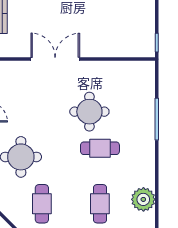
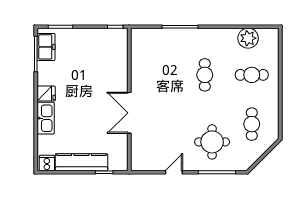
round table: (89, 112) -> (174, 84), removed
cafe table: (42, 204) -> (252, 124), turned 90

